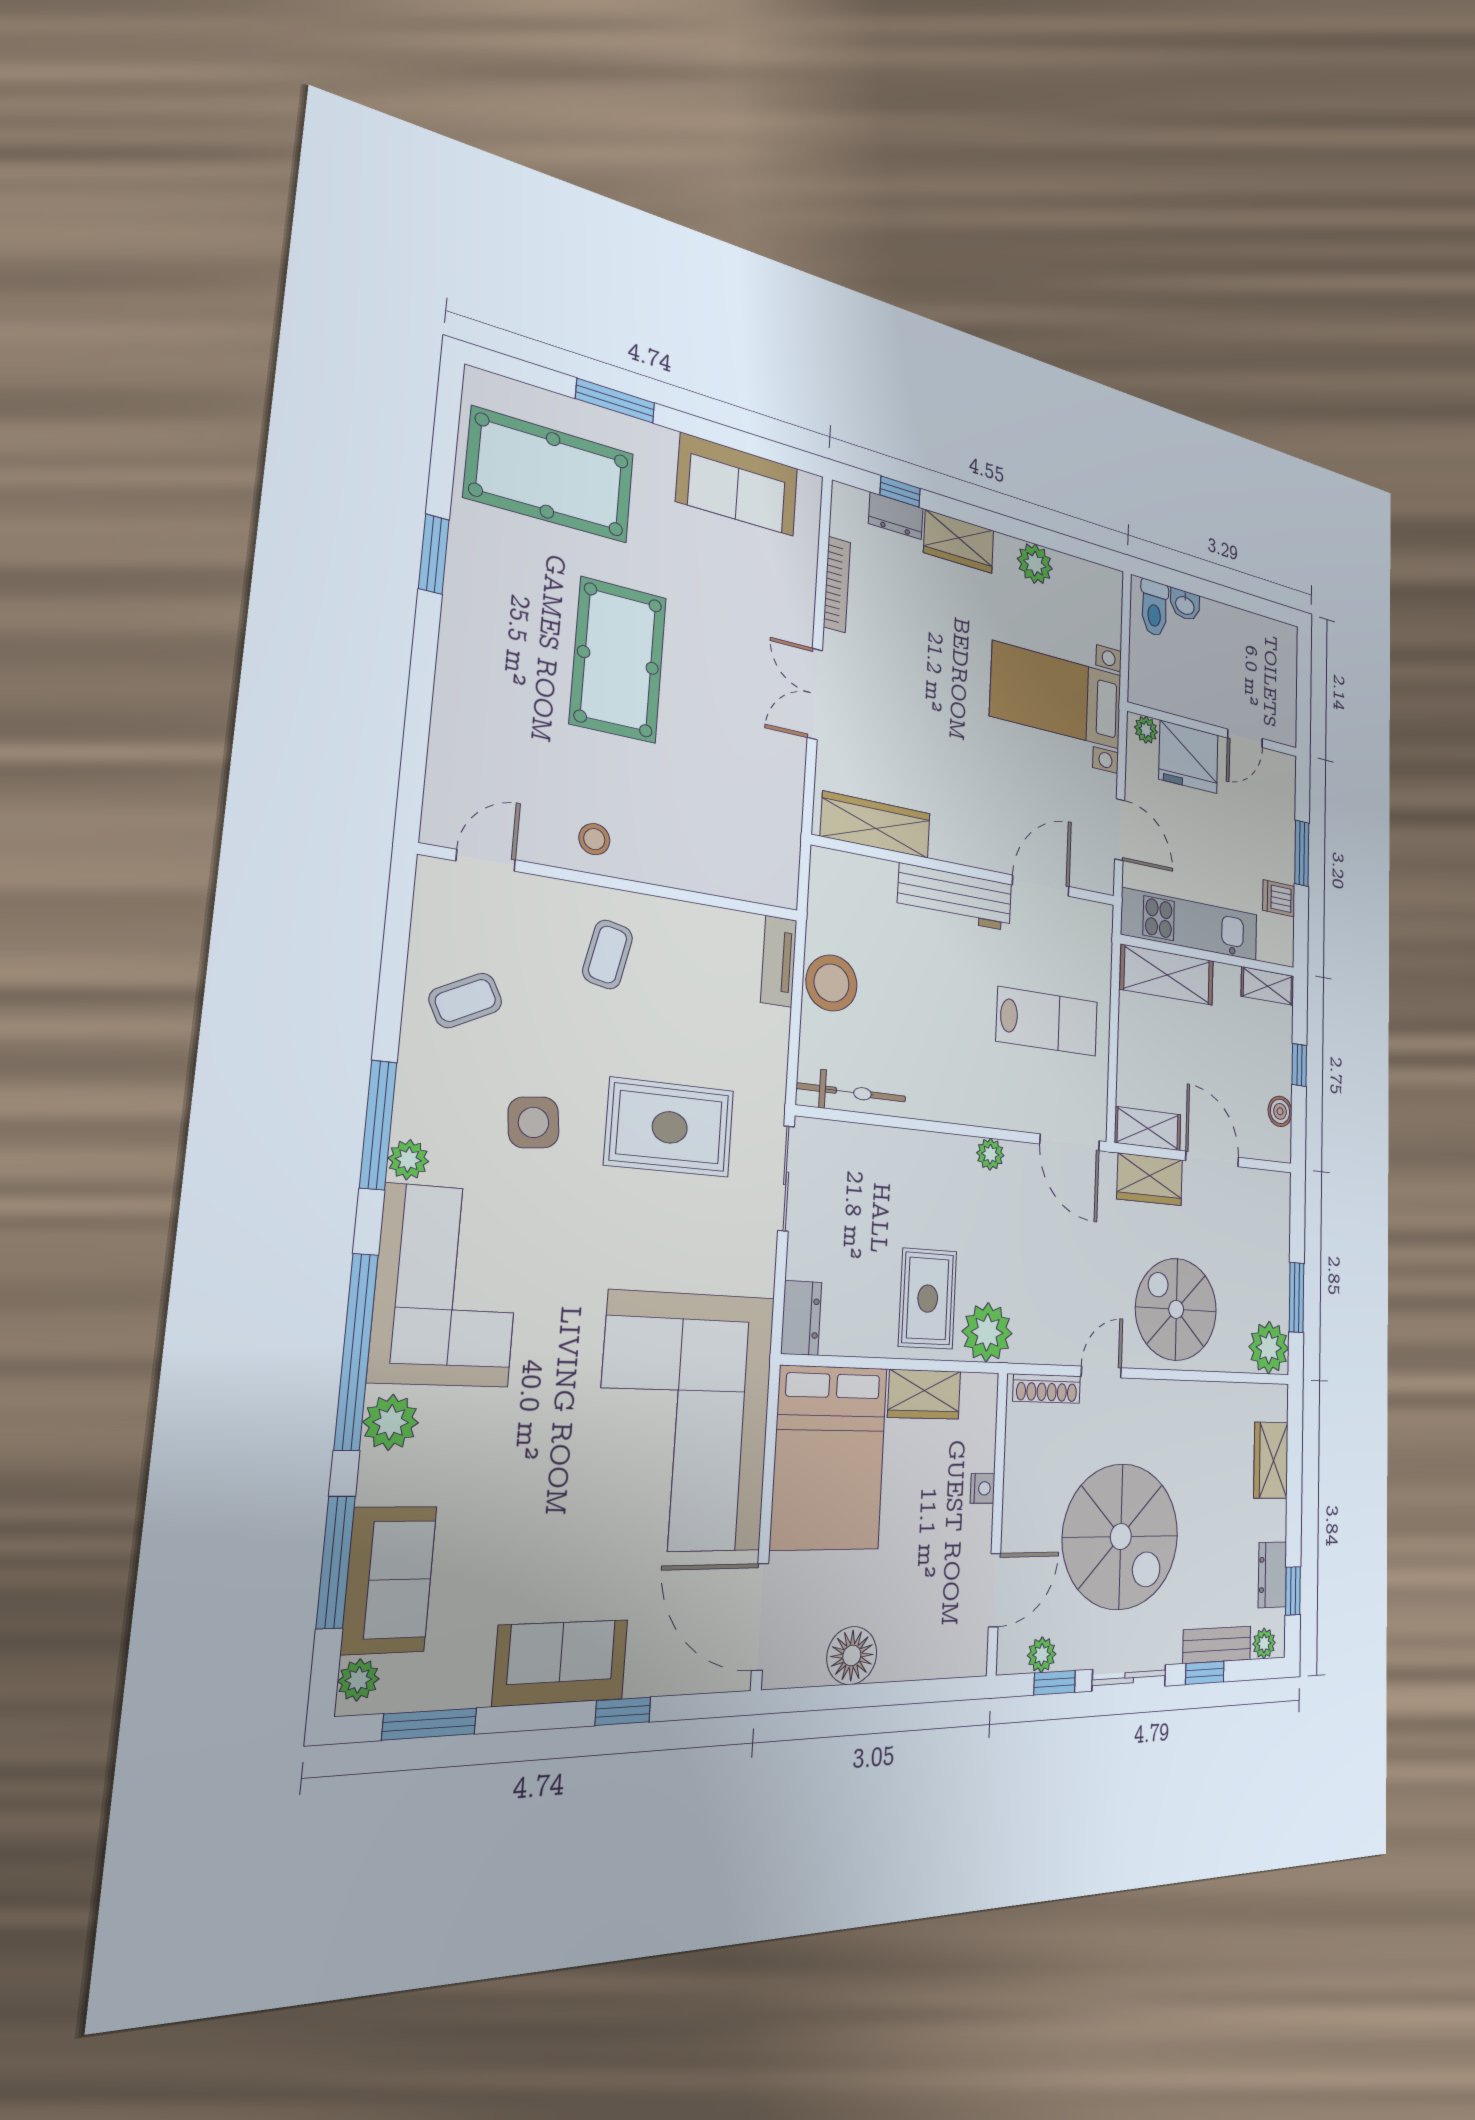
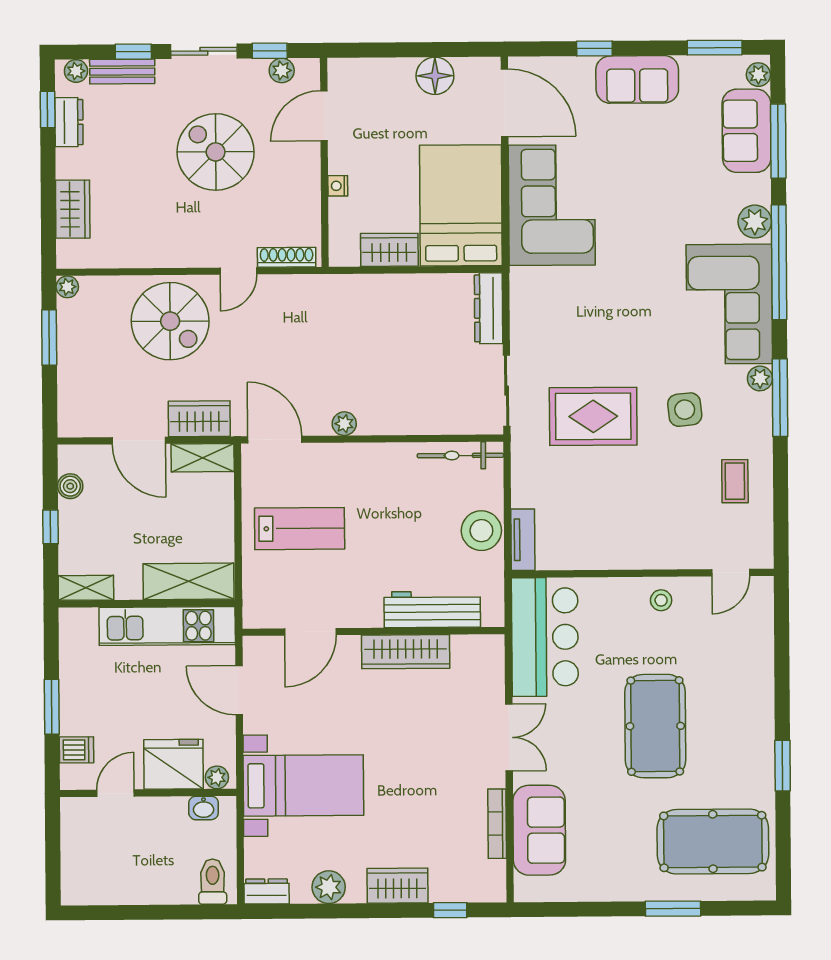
sofa: (737, 485) -> (539, 830), moved, turned 90
dresser: (896, 516) -> (267, 891), moved
washbasin: (1185, 605) -> (204, 808), moved, turned 180
bar counter: (759, 820) -> (545, 637), added
wardrobe: (876, 825) -> (406, 652), moved
workbench: (955, 897) -> (432, 609), moved
dishwasher: (1279, 898) -> (76, 750), moved
coffee table: (608, 954) -> (645, 525), removed
coffee table: (465, 1000) -> (735, 481), turned -63
lab bench: (1047, 1021) -> (300, 529), turned 180
rug: (928, 1299) -> (391, 316), removed
dresser: (801, 1318) -> (489, 308), width x1.44
plant: (987, 1332) -> (340, 295), removed
plant: (1269, 1348) -> (67, 287), width x0.53, depth x0.53
corner sofa: (685, 1421) -> (552, 205), width x0.73, depth x0.74
spiral stairs: (1121, 1536) -> (216, 152), width x0.73, depth x0.73

